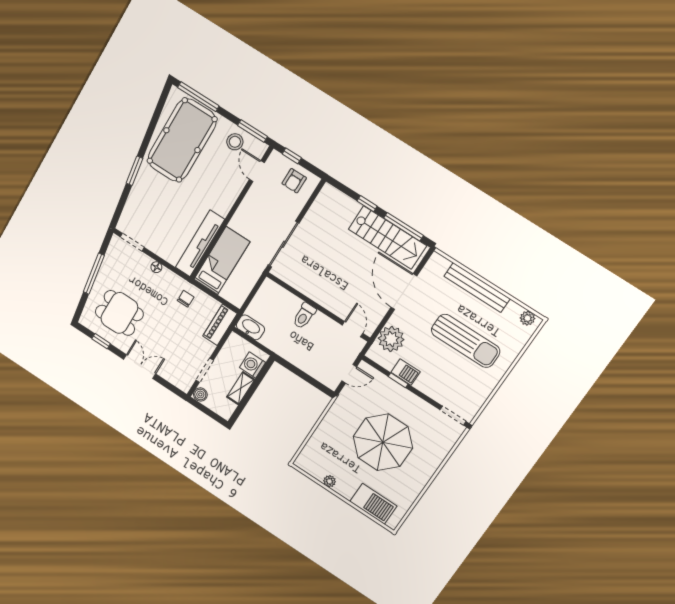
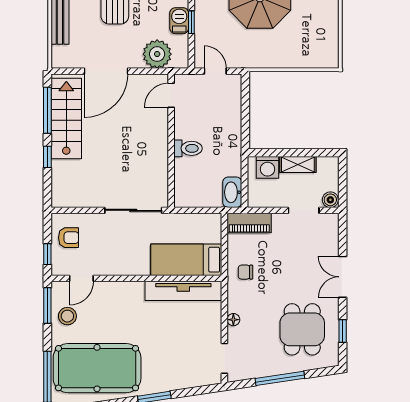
plant: (330, 481) -> (332, 22), removed

